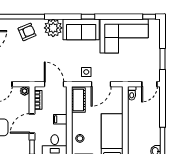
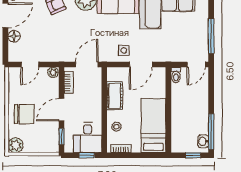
window: (162, 59) -> (211, 36), width x1.44
door: (54, 84) -> (87, 64), hinge flipped
cot: (78, 100) -> (115, 96), moved
filing cabinet: (60, 119) -> (94, 105), removed

